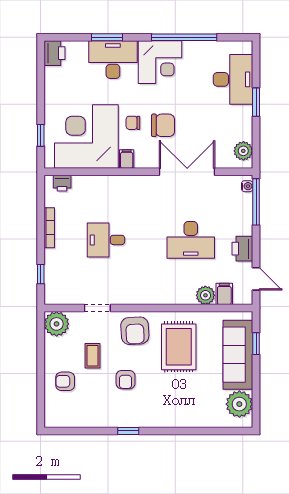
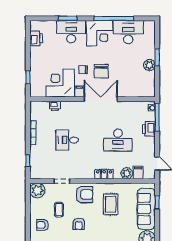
printer: (54, 53) -> (36, 38), moved
desk: (233, 79) -> (128, 32), moved, turned -90
chair: (163, 125) -> (101, 71), turned 90
corner desk: (86, 137) -> (60, 83), width x0.74, depth x0.74
plant: (243, 151) -> (149, 65), moved
double door: (187, 172) -> (101, 99), moved
printer: (62, 183) -> (55, 106), moved
printer: (242, 249) -> (149, 129), moved
locker: (168, 297) -> (104, 174), added
armchair: (135, 331) -> (84, 195), turned -87
rug: (179, 347) -> (111, 204), width x0.73, depth x0.70

